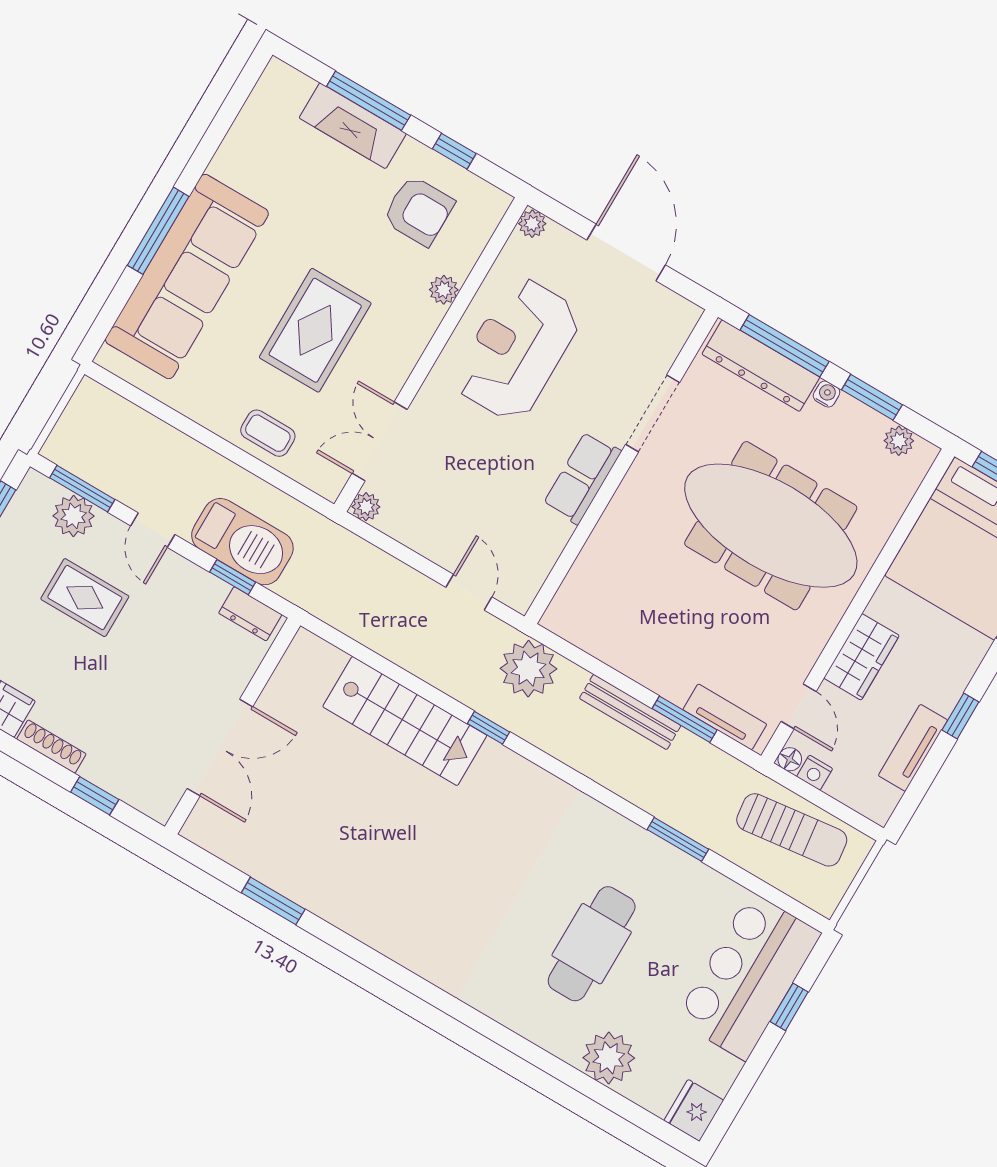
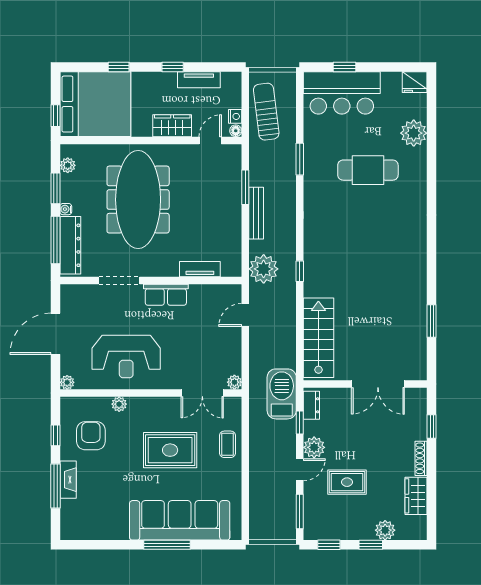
fireplace: (353, 126) -> (68, 480), width x0.73, depth x0.76
plant: (74, 516) -> (314, 447), moved
barbecue: (242, 542) -> (282, 394), moved
rug: (85, 598) -> (347, 482), turned 90
tv unit: (725, 717) -> (200, 269), moved, turned 90
stairs: (405, 721) -> (318, 338), moved
double door: (220, 748) -> (378, 384), swing flipped

